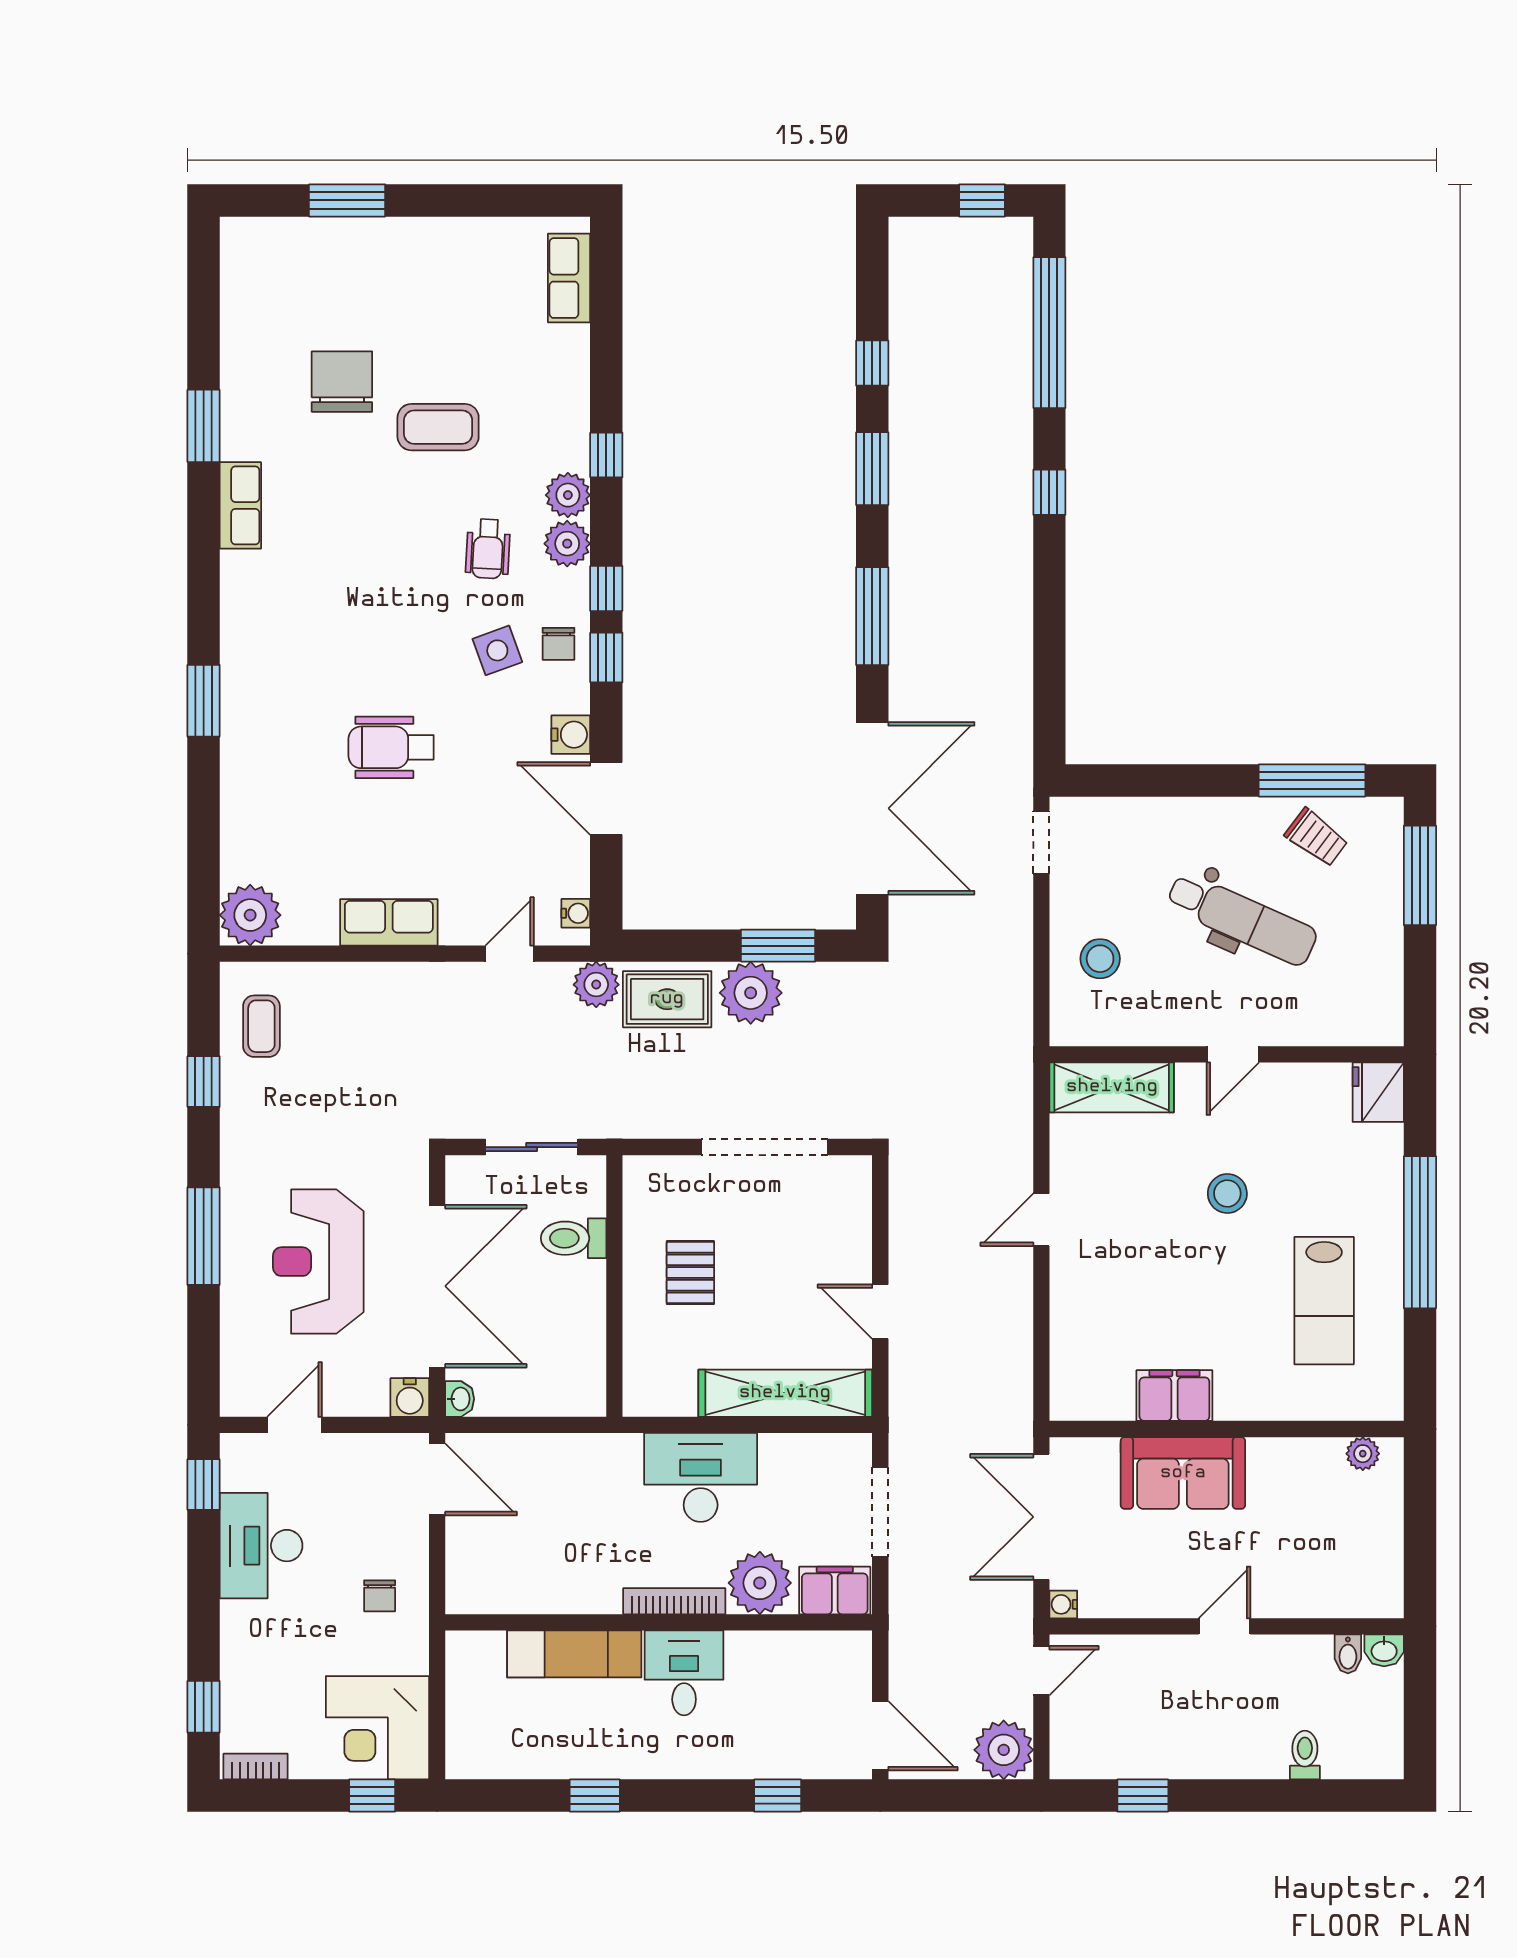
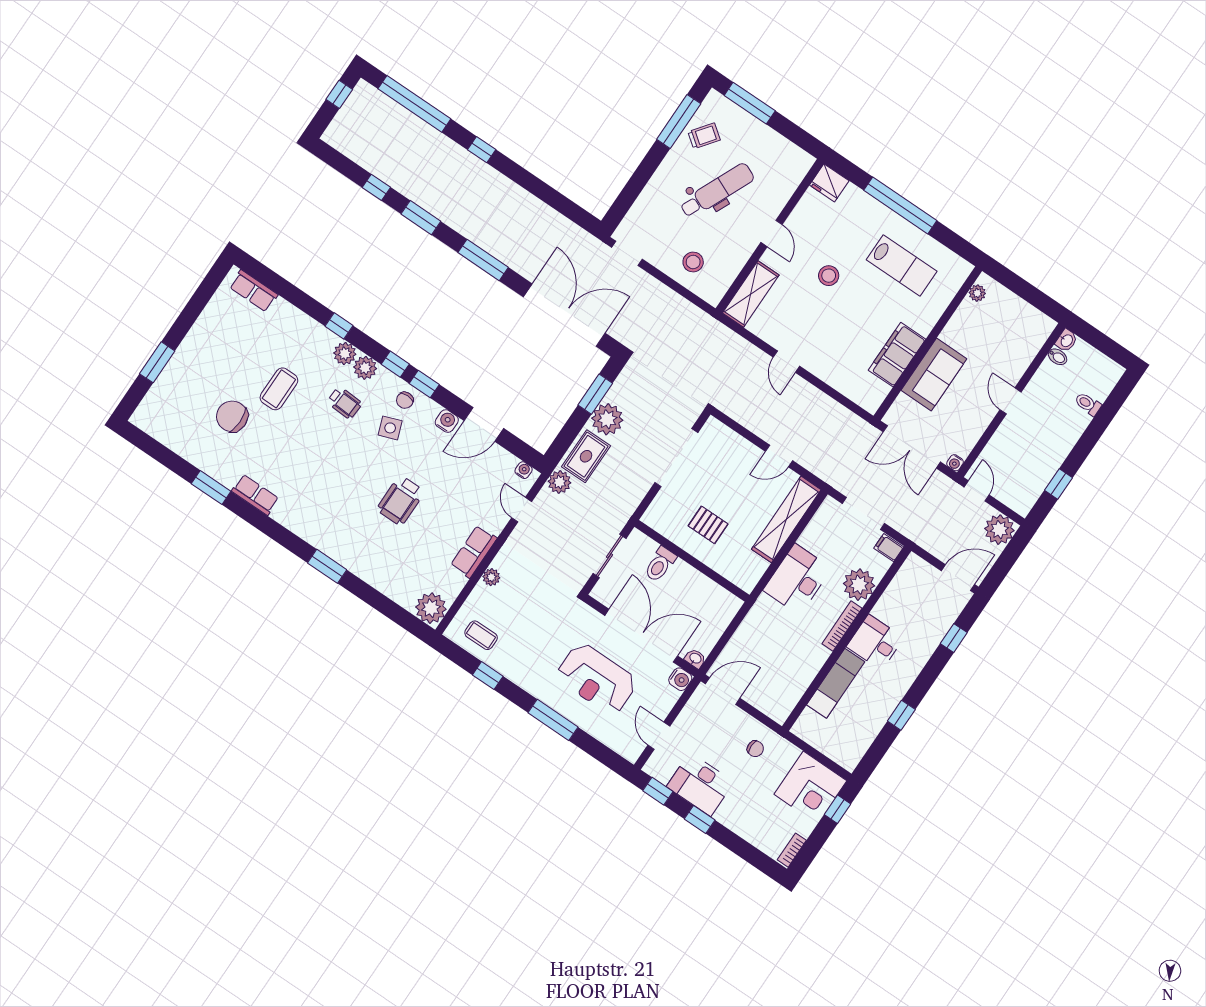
chair: (559, 644) -> (405, 400), turned 90
plant: (367, 979) -> (491, 577), added
filing cabinet: (1174, 1396) -> (897, 355), width x1.50, depth x1.17
filing cabinet: (835, 1590) -> (889, 548), width x0.50
window: (204, 1707) -> (700, 820), moved

